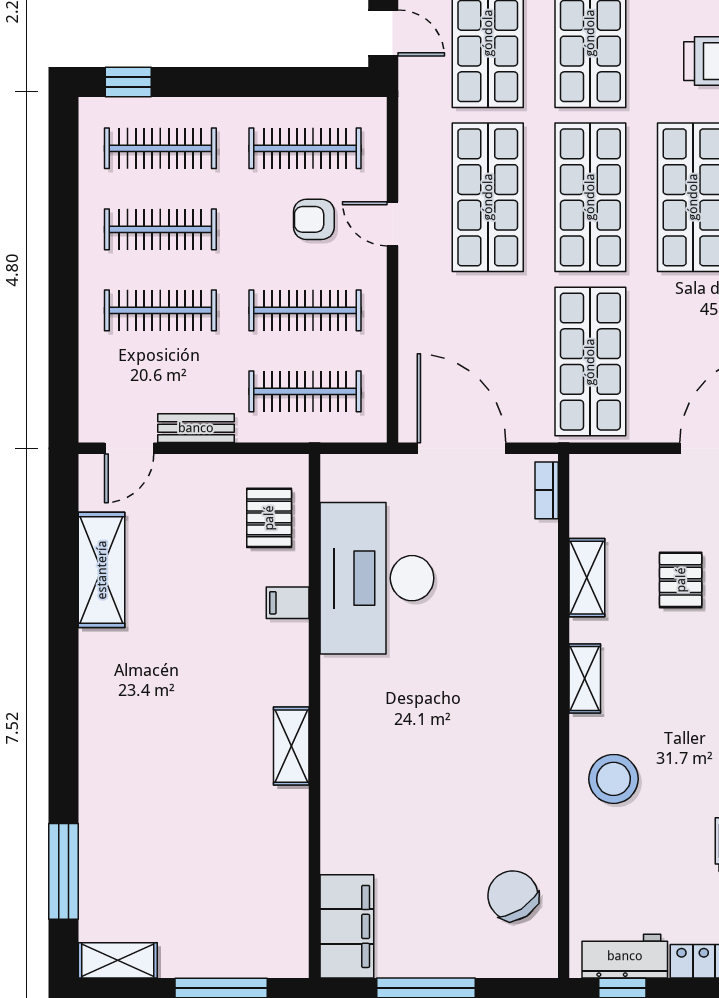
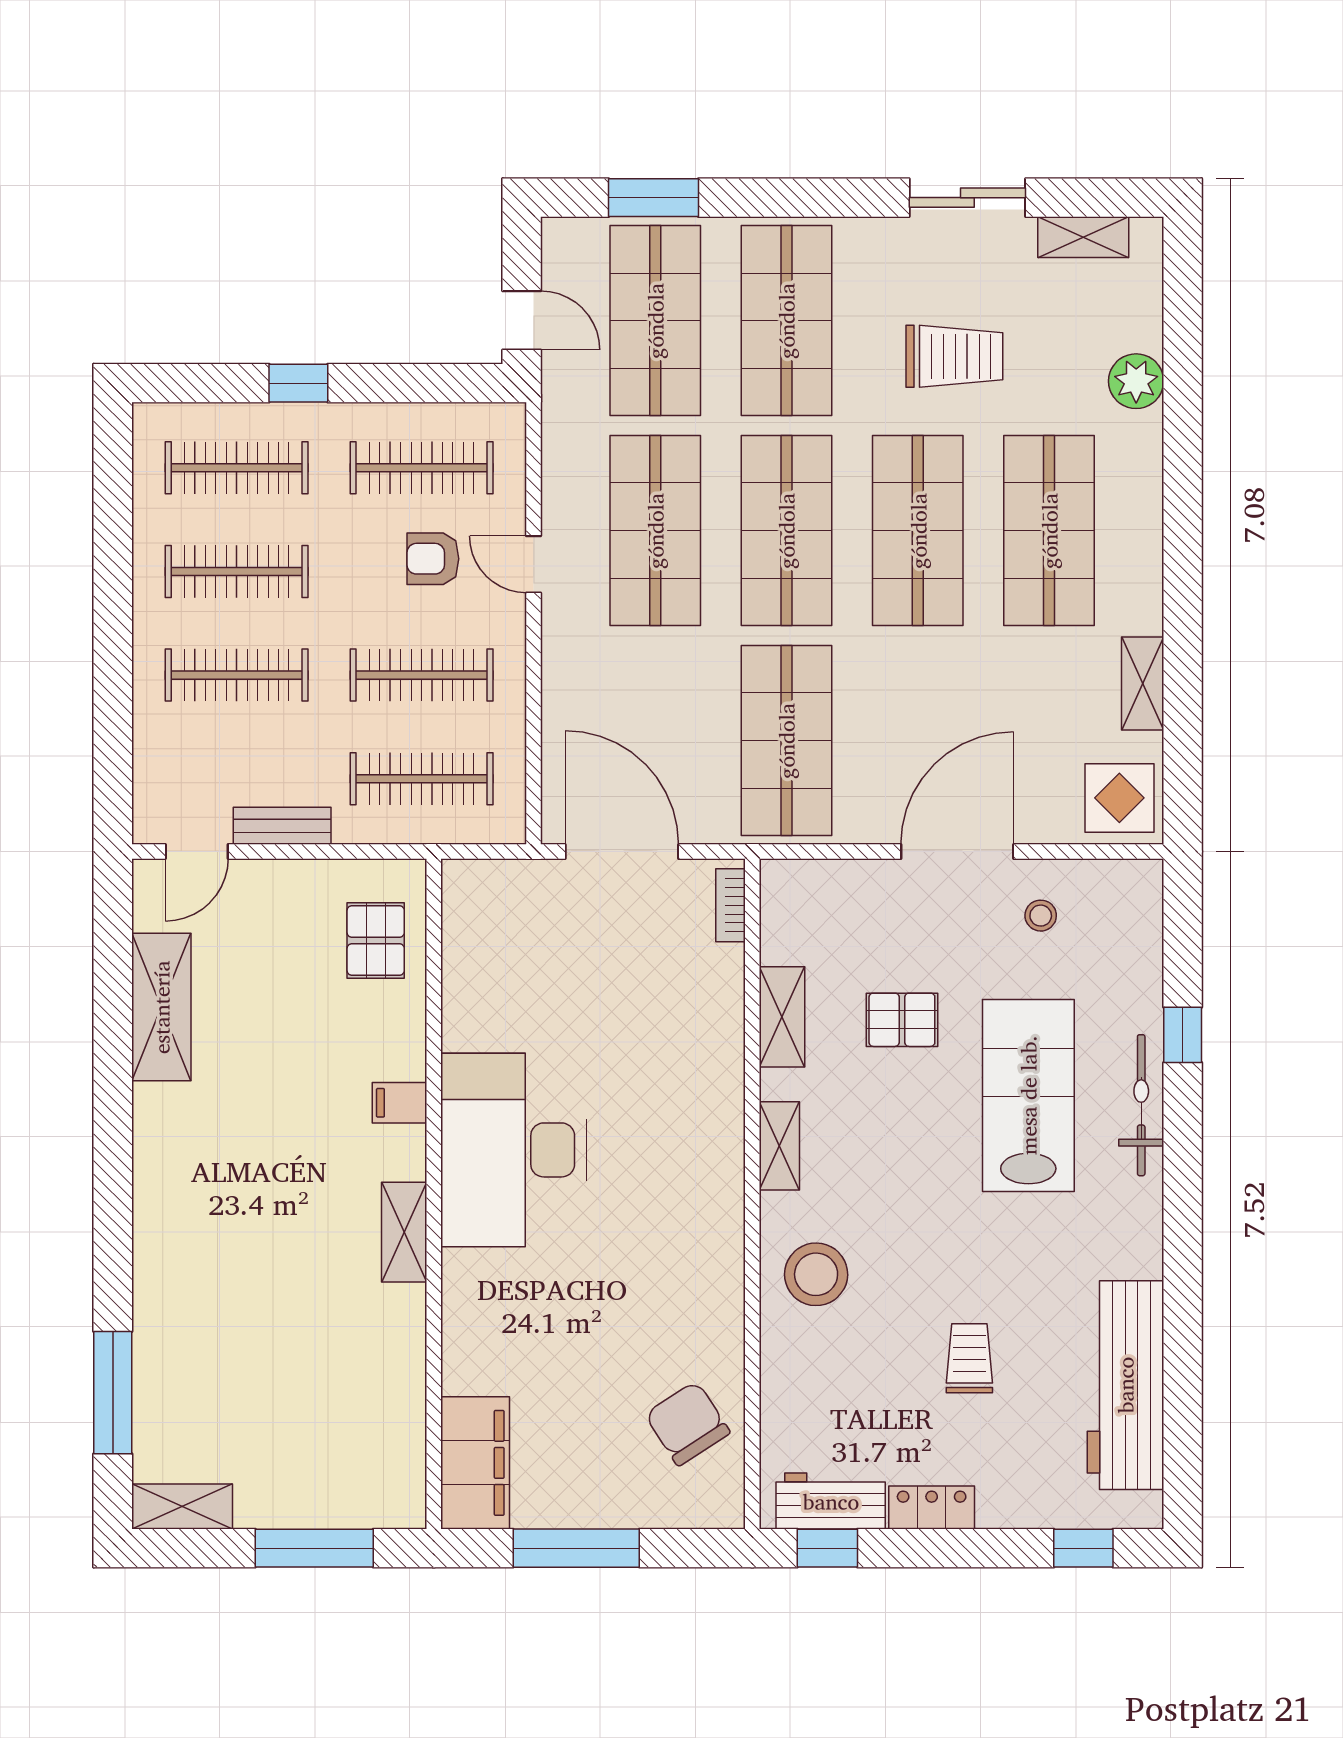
window: (128, 82) -> (298, 383), moved
desk: (377, 578) -> (513, 1150), moved
pallet: (681, 580) -> (902, 1020), turned 90
filing cabinet: (288, 603) -> (399, 1103), moved

